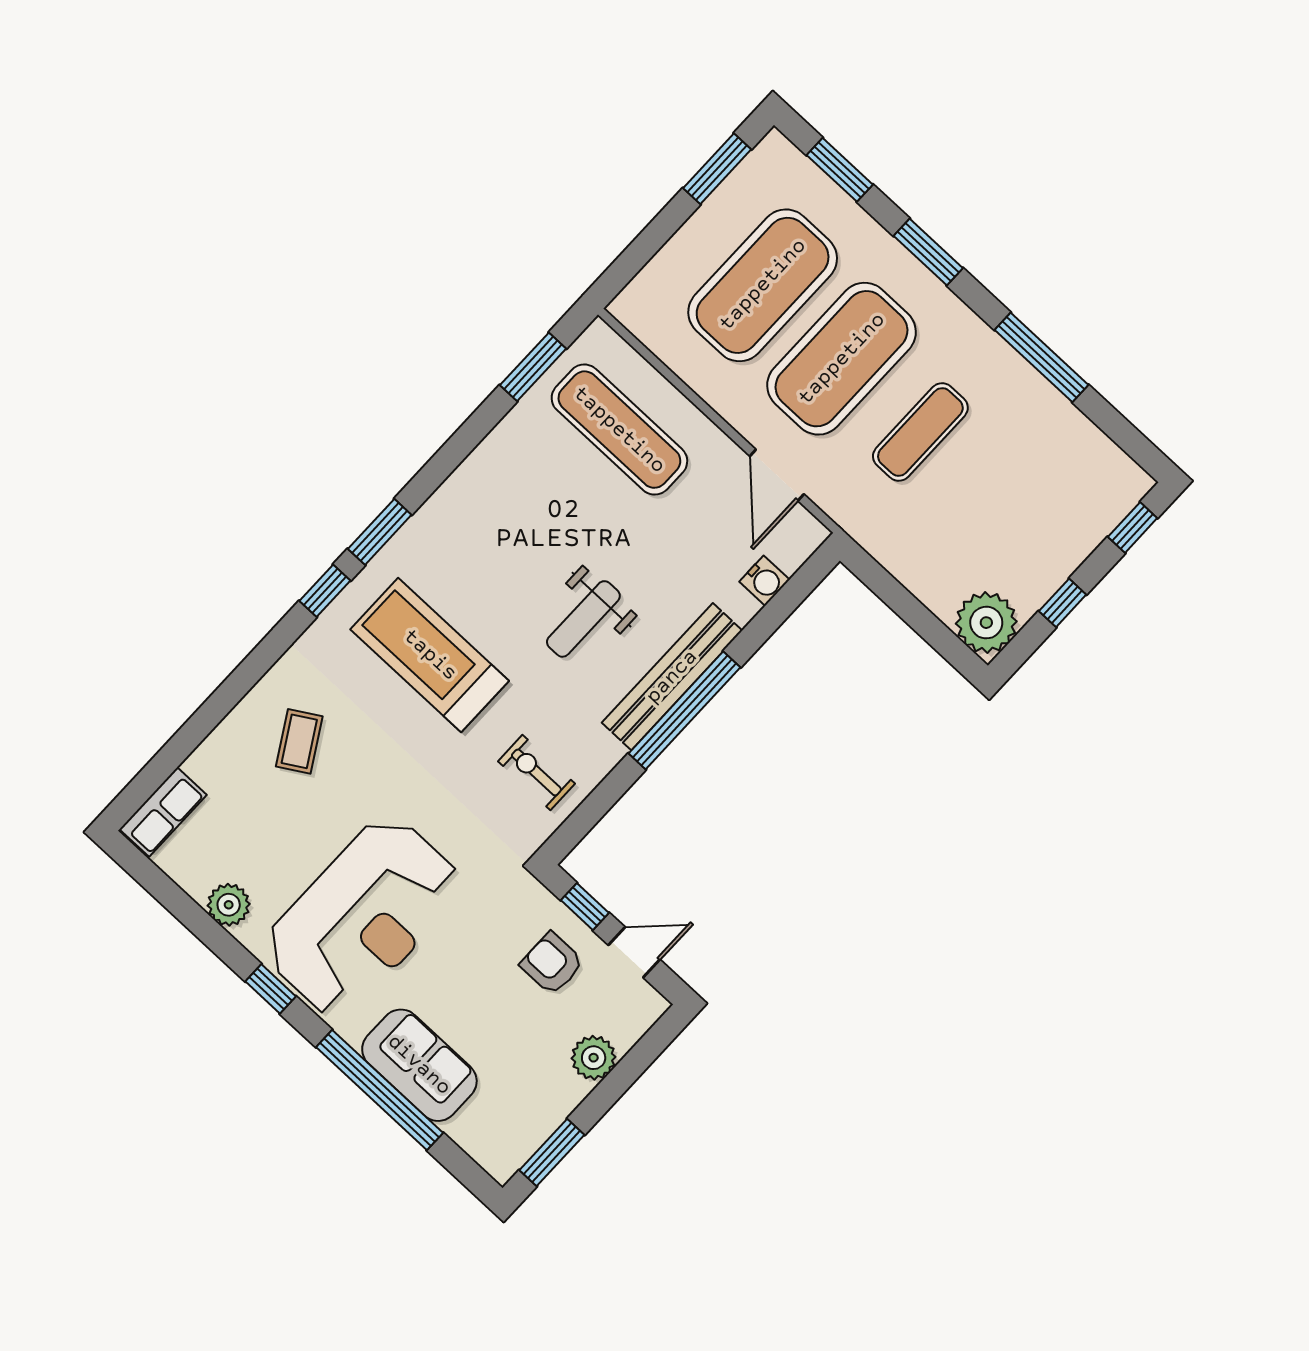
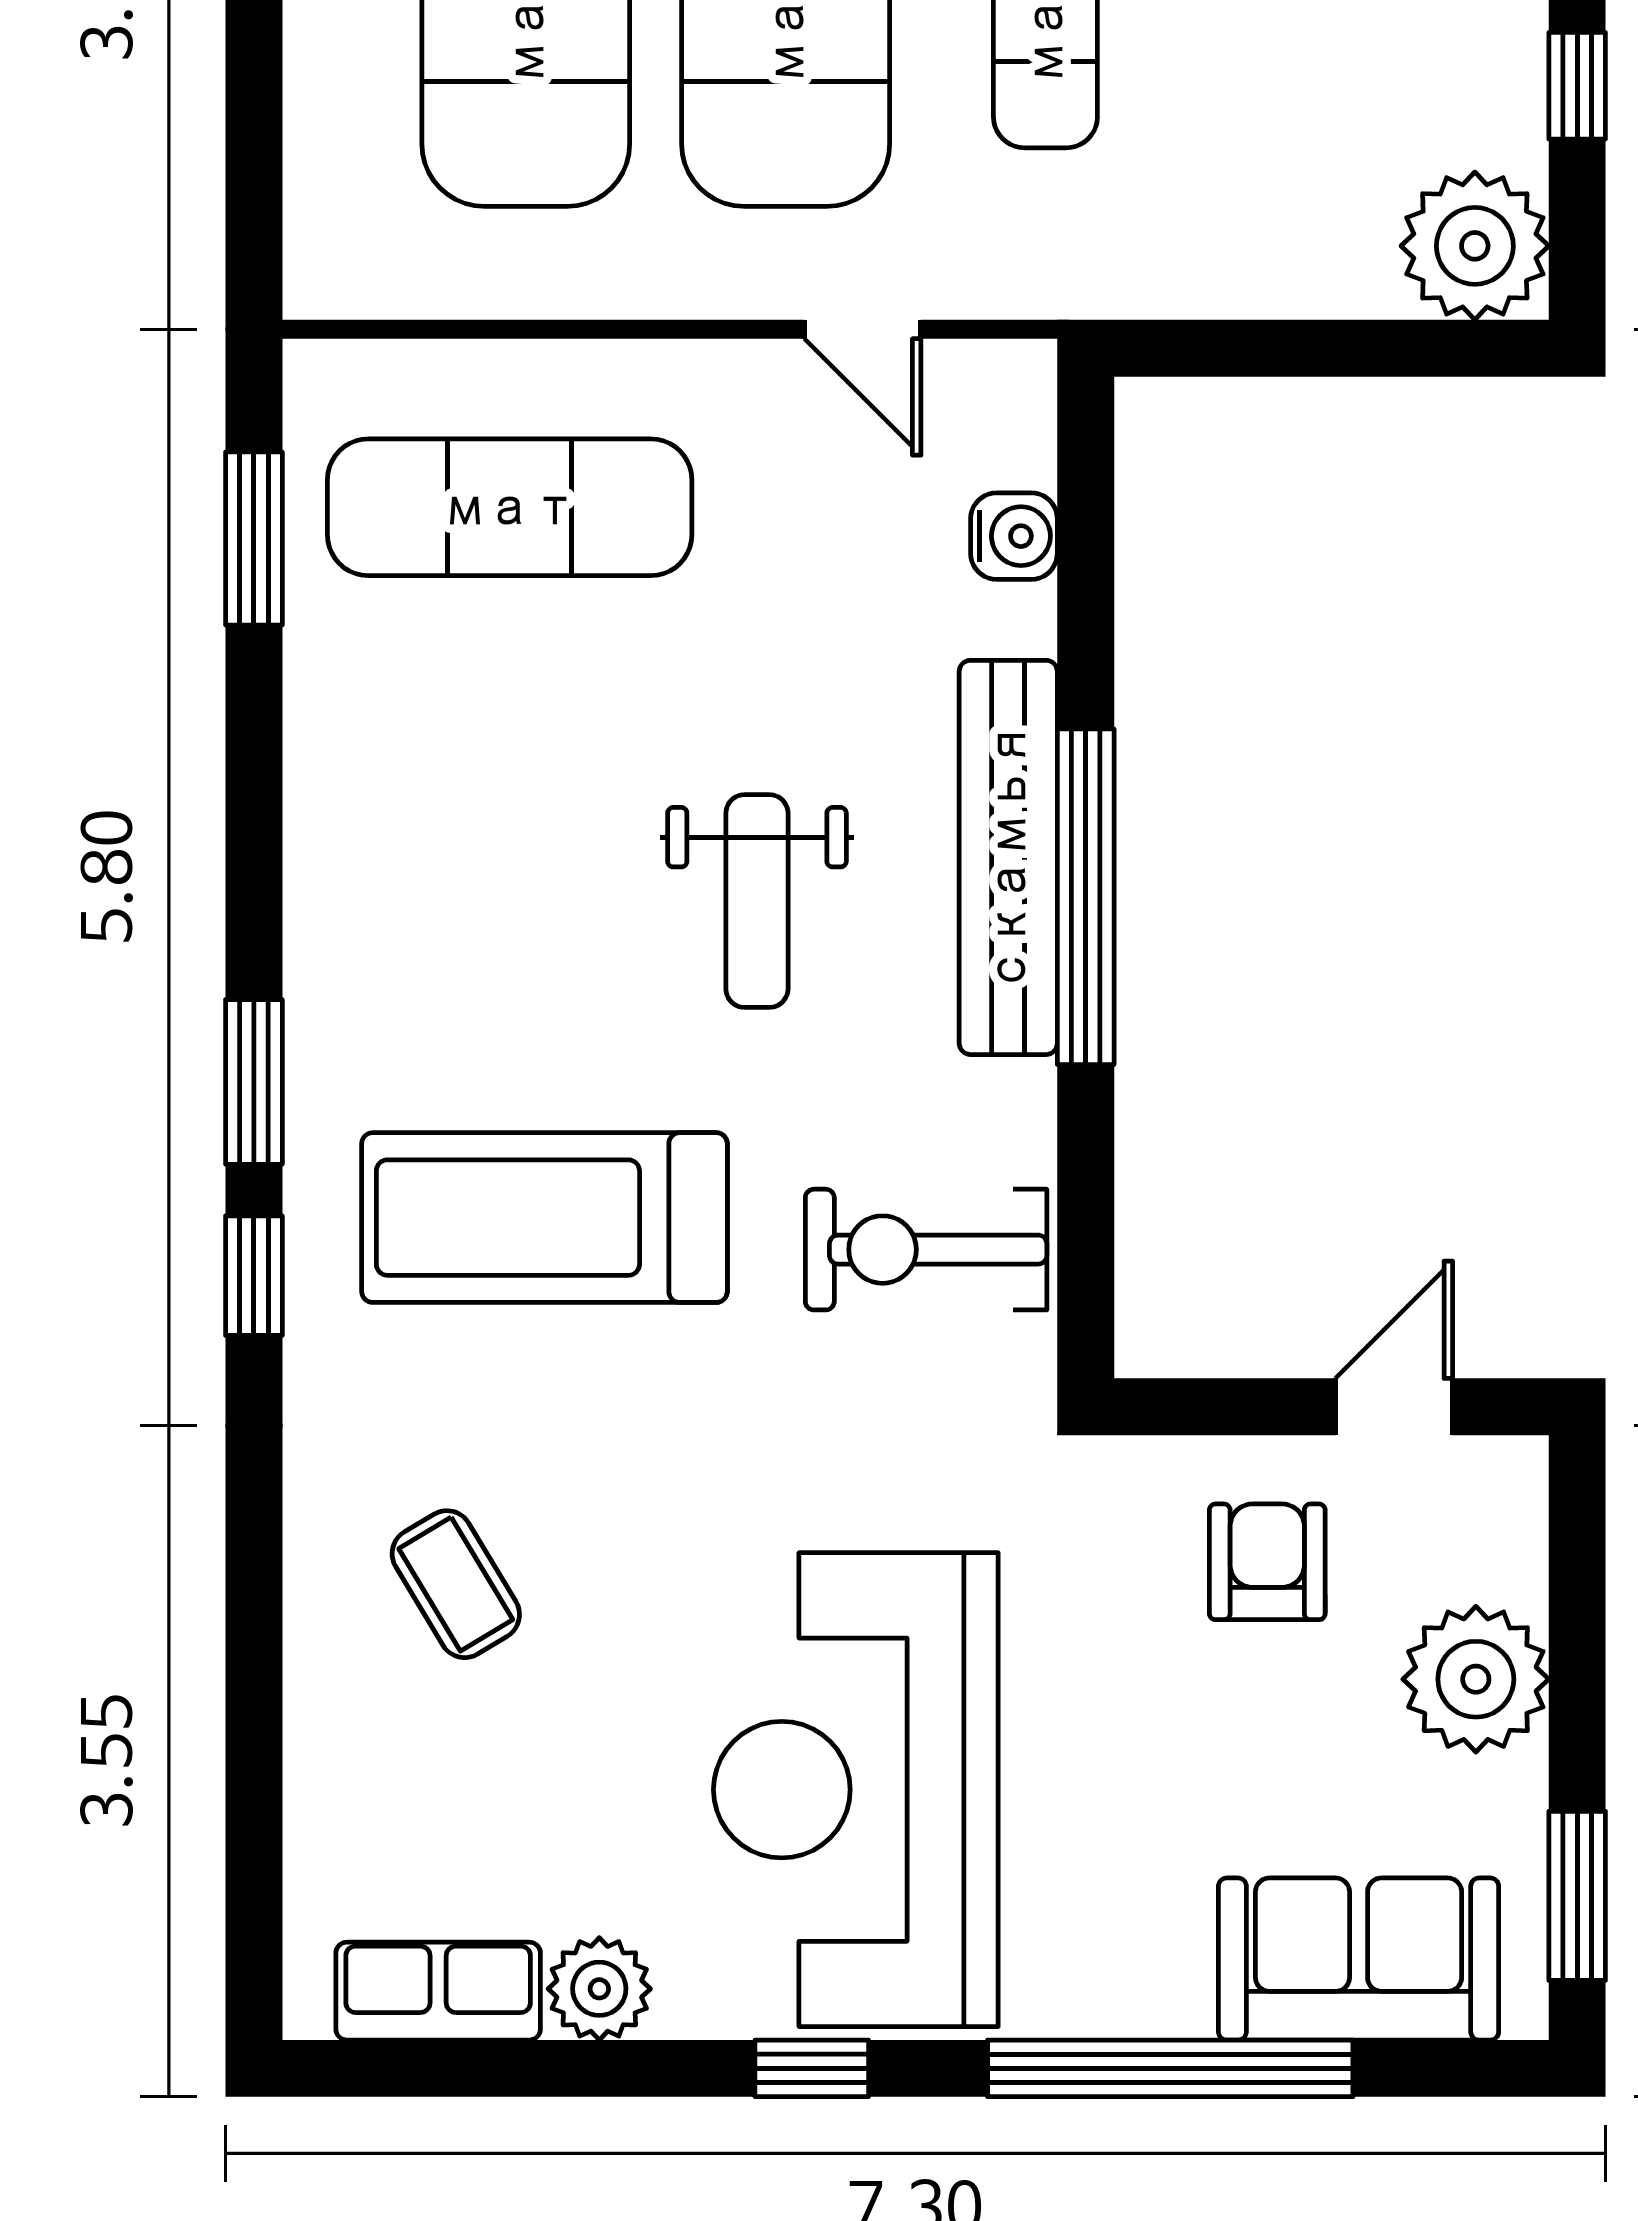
door: (777, 475) -> (863, 329), width x0.73
exercise bike: (536, 772) -> (926, 1250), width x1.38, depth x1.39
row of seats: (163, 812) -> (438, 1991), moved, turned -90
window: (585, 907) -> (1232, 1407), removed
reception desk: (363, 917) -> (856, 1790), turned 180
armchair: (552, 964) -> (1267, 1562), turned 90
plant: (594, 1058) -> (1476, 1679), width x1.36, depth x1.36
sofa: (419, 1065) -> (1359, 1959), moved

